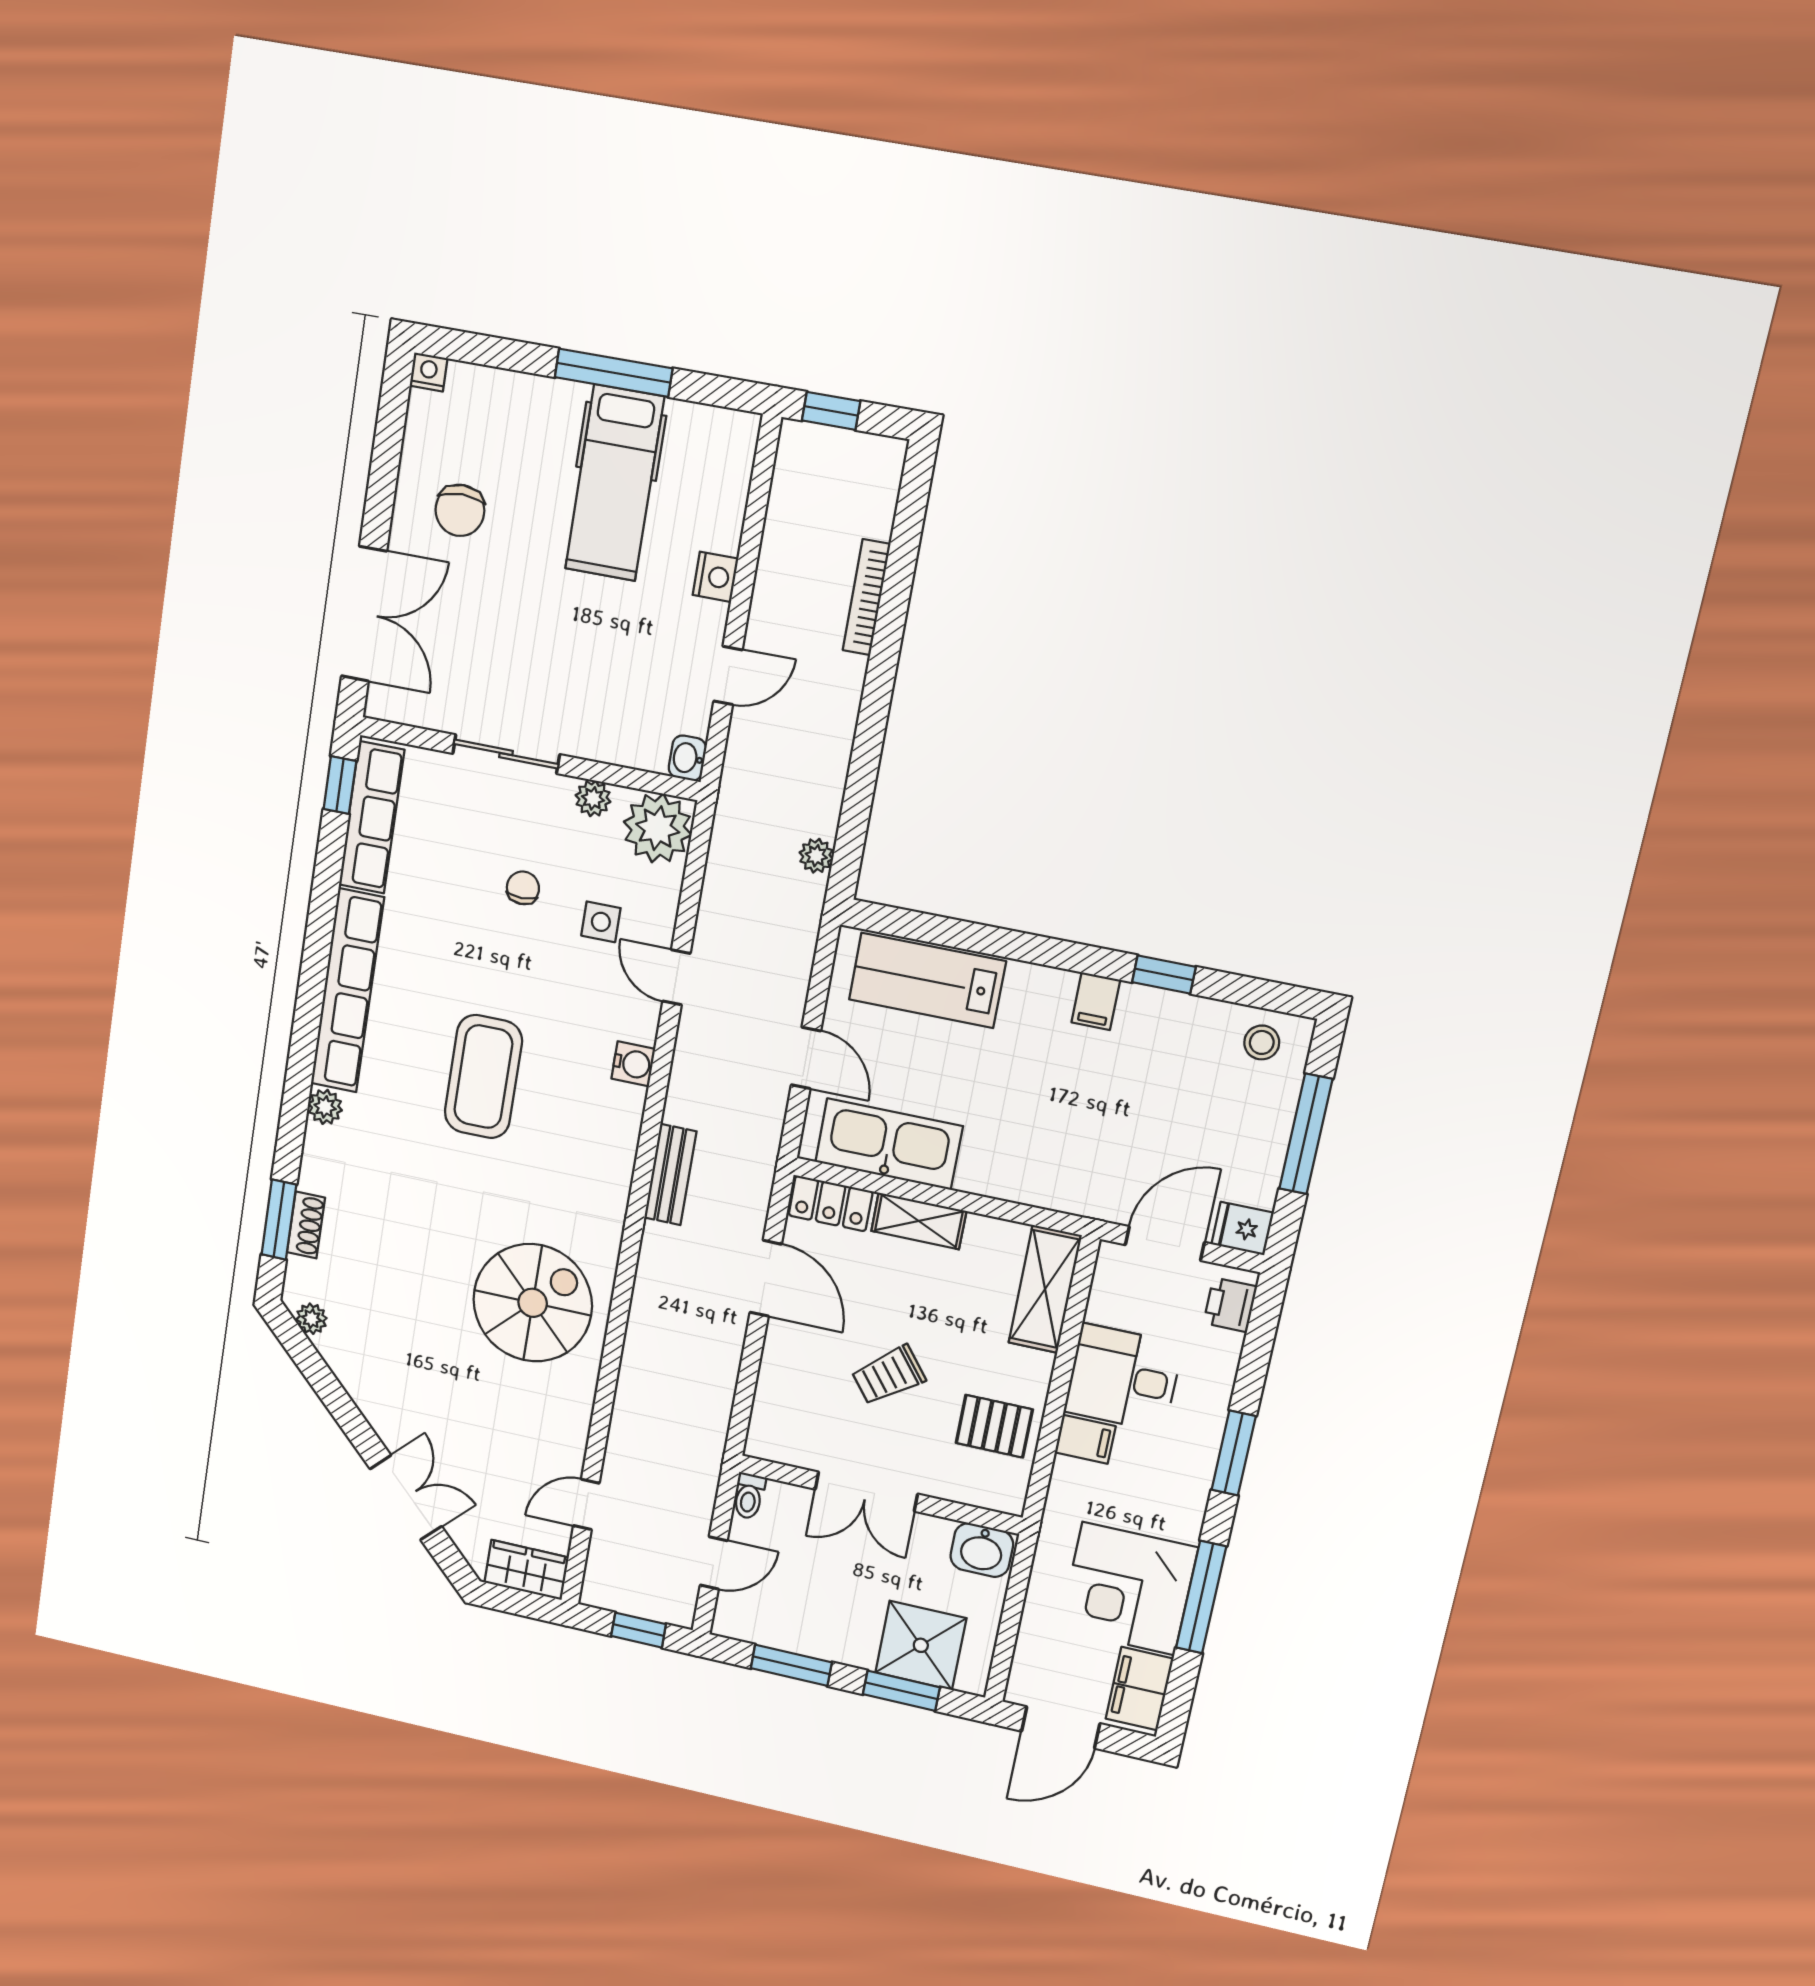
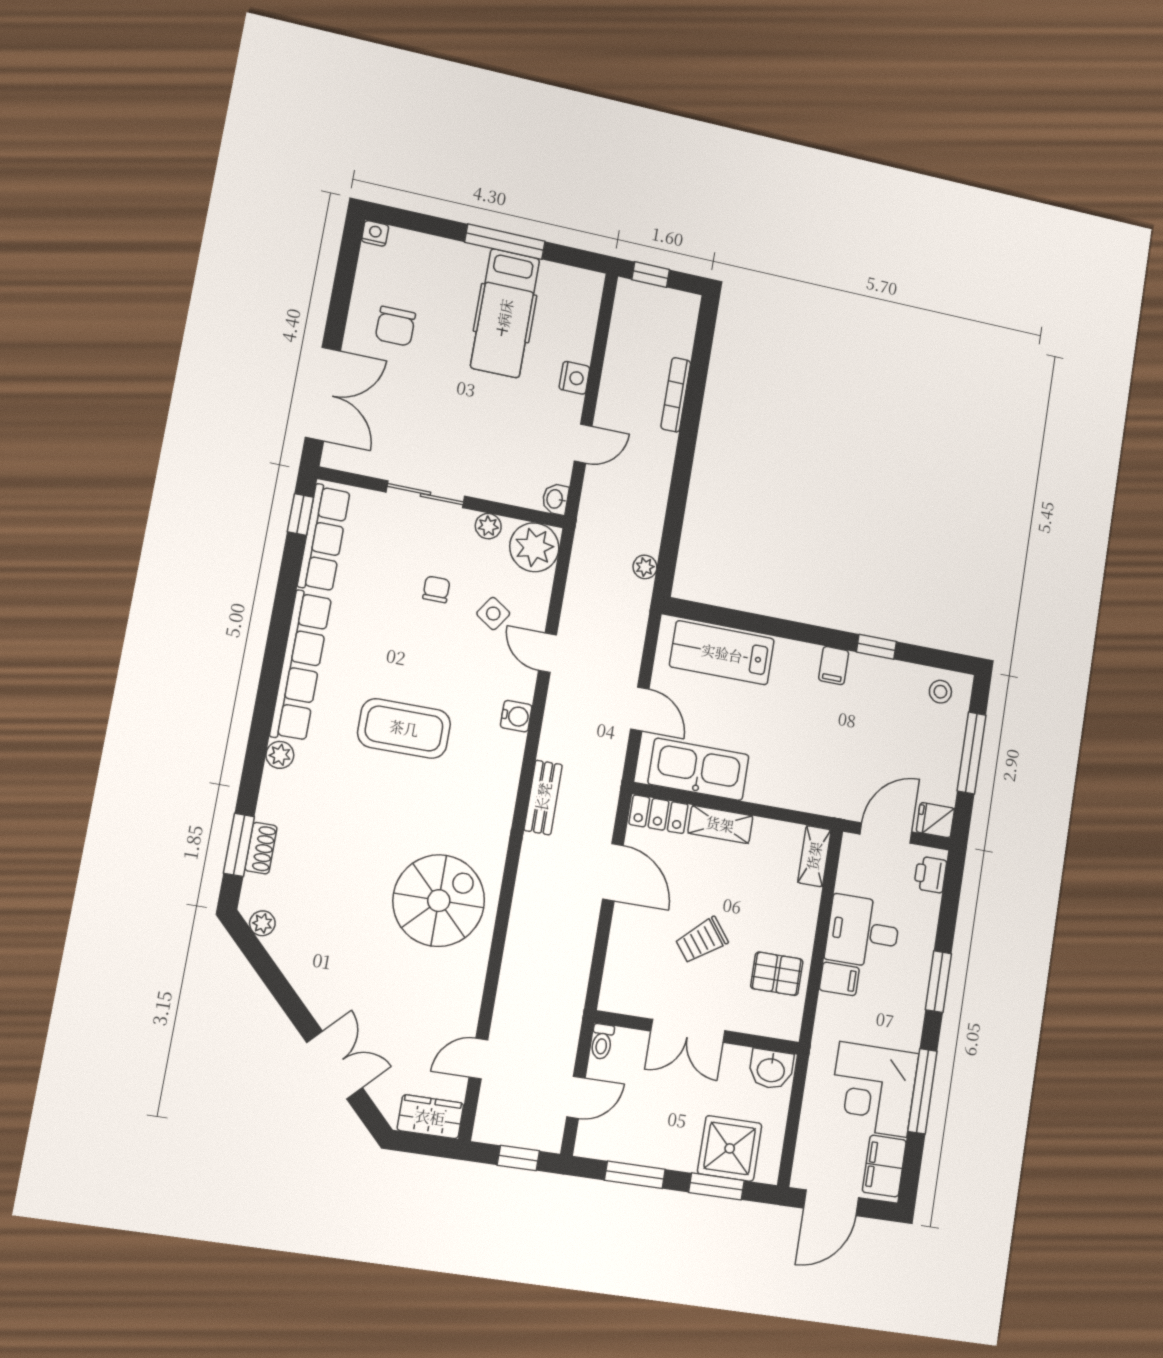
side table: (601, 922) -> (493, 614), turned 34
coffee table: (483, 1077) -> (404, 728), turned 90
shelving: (1045, 1289) -> (814, 856), width x0.67, depth x0.75

